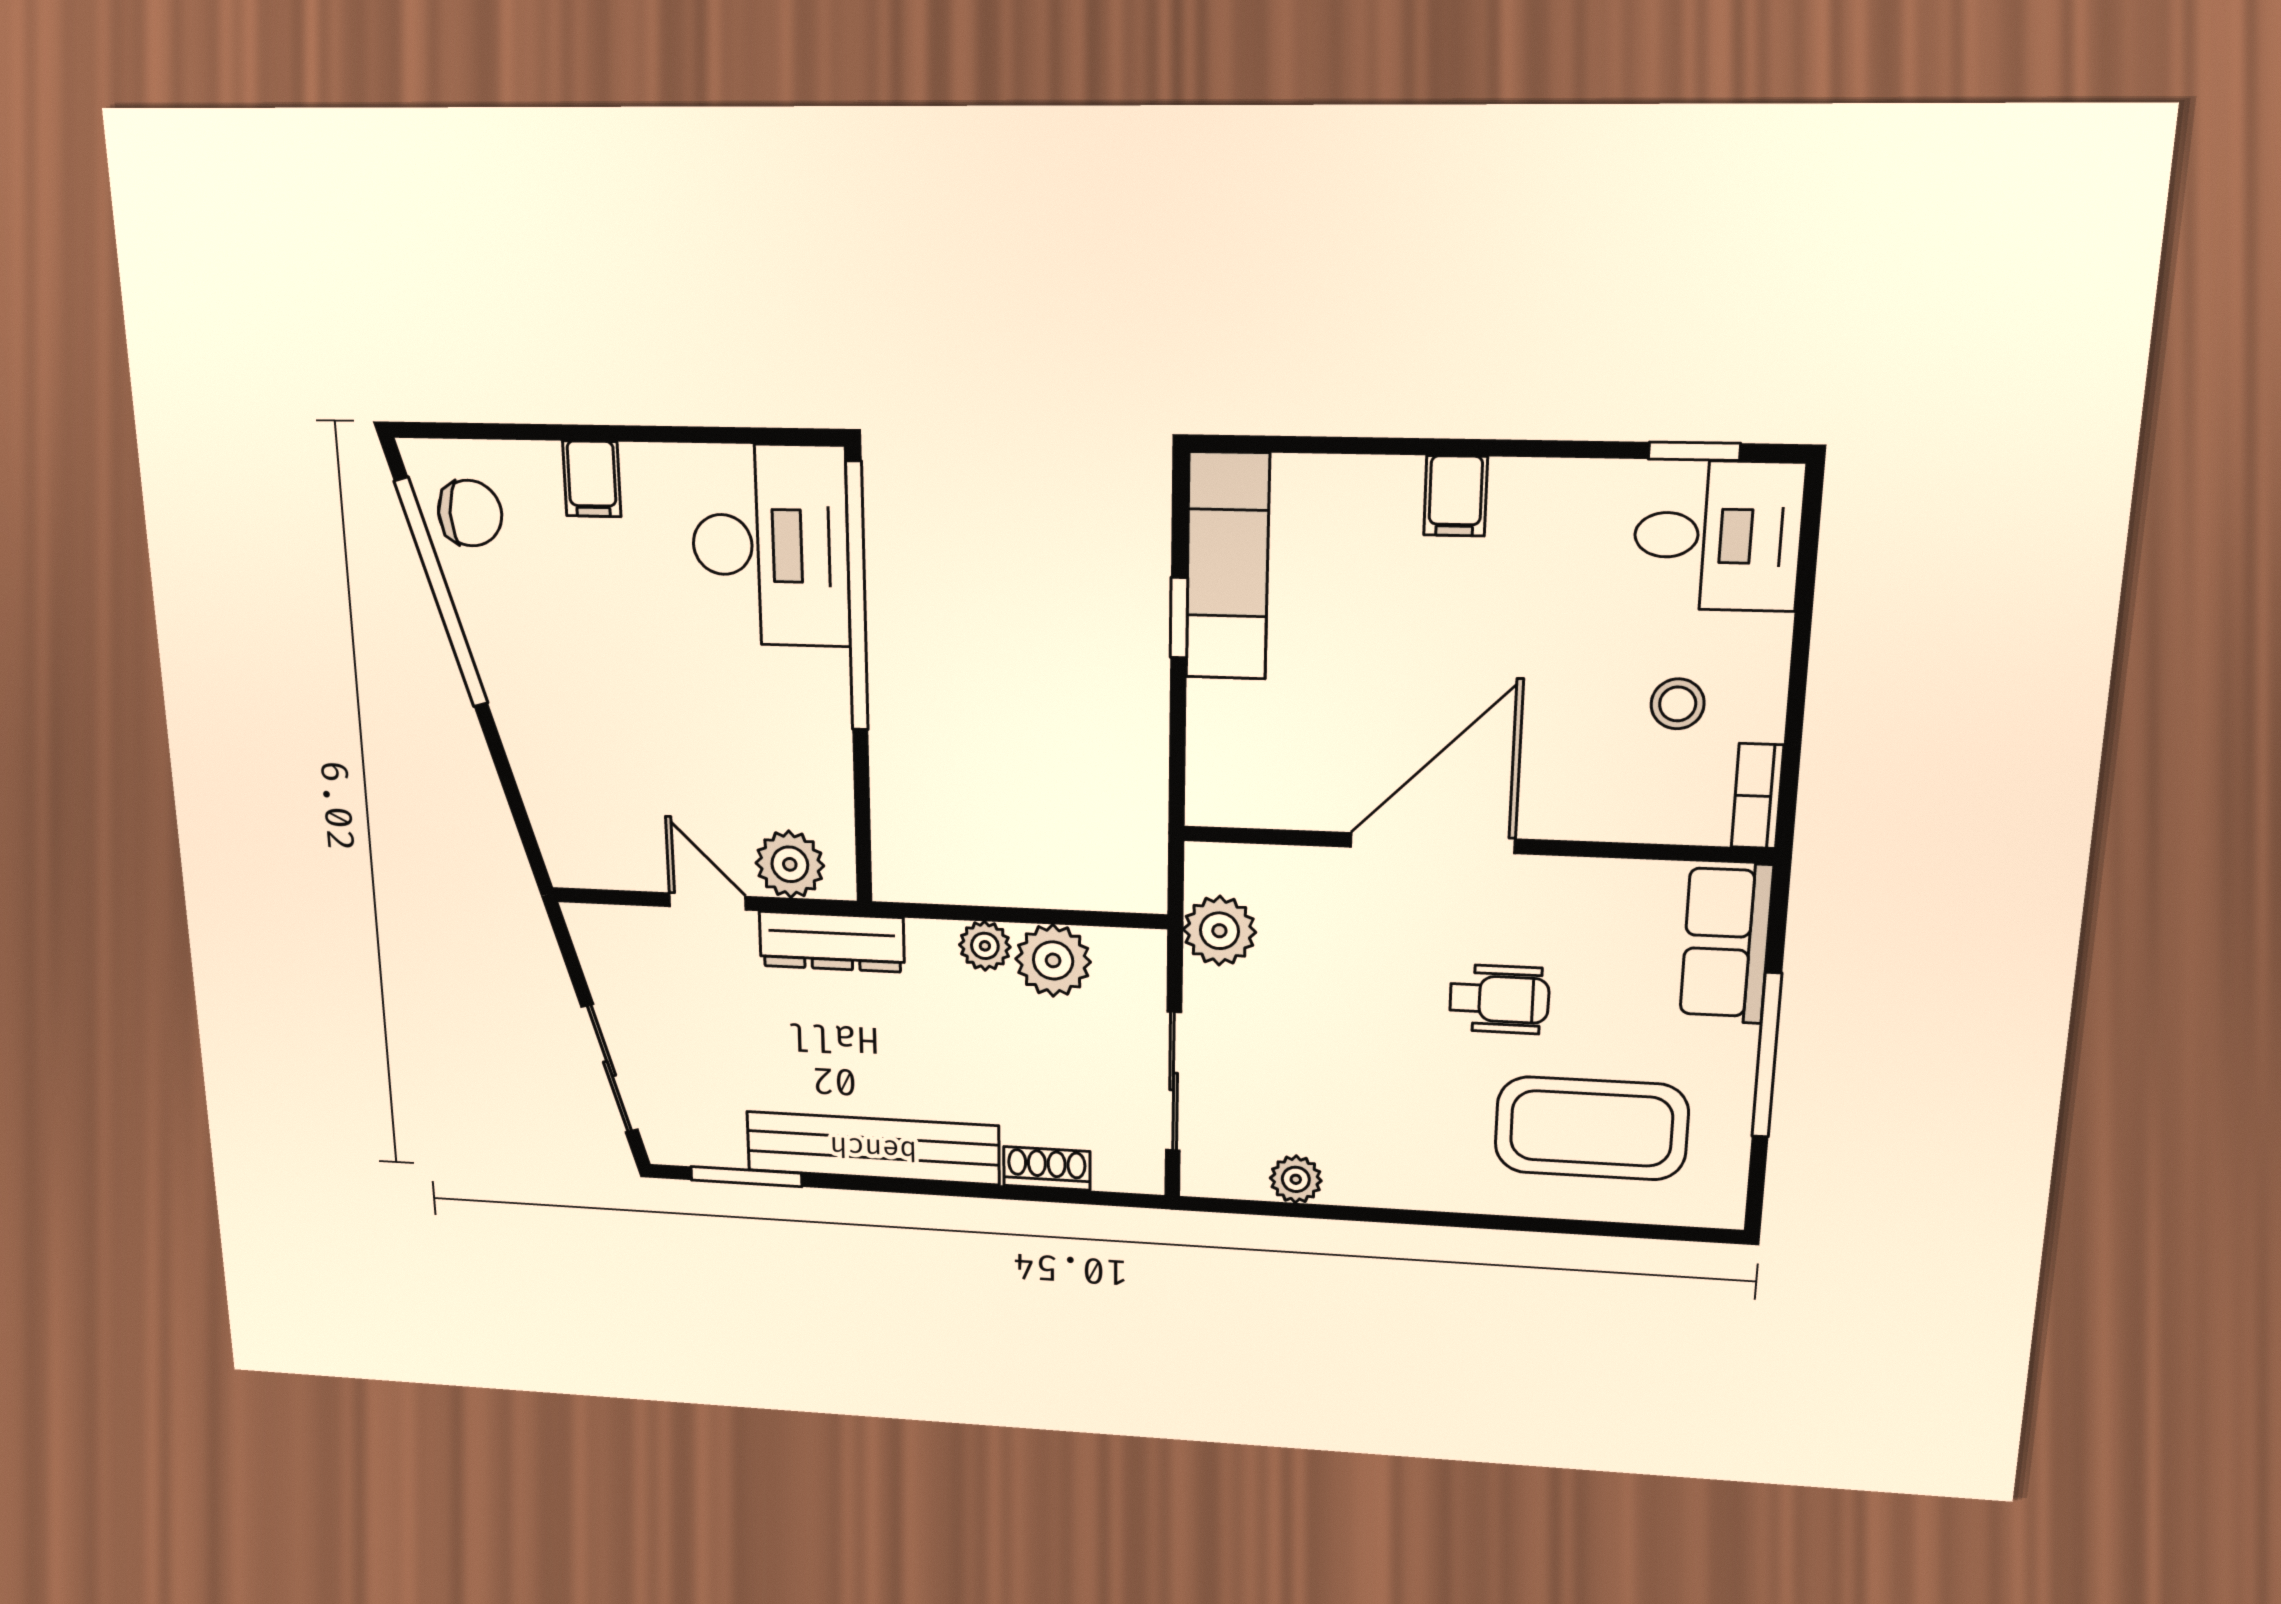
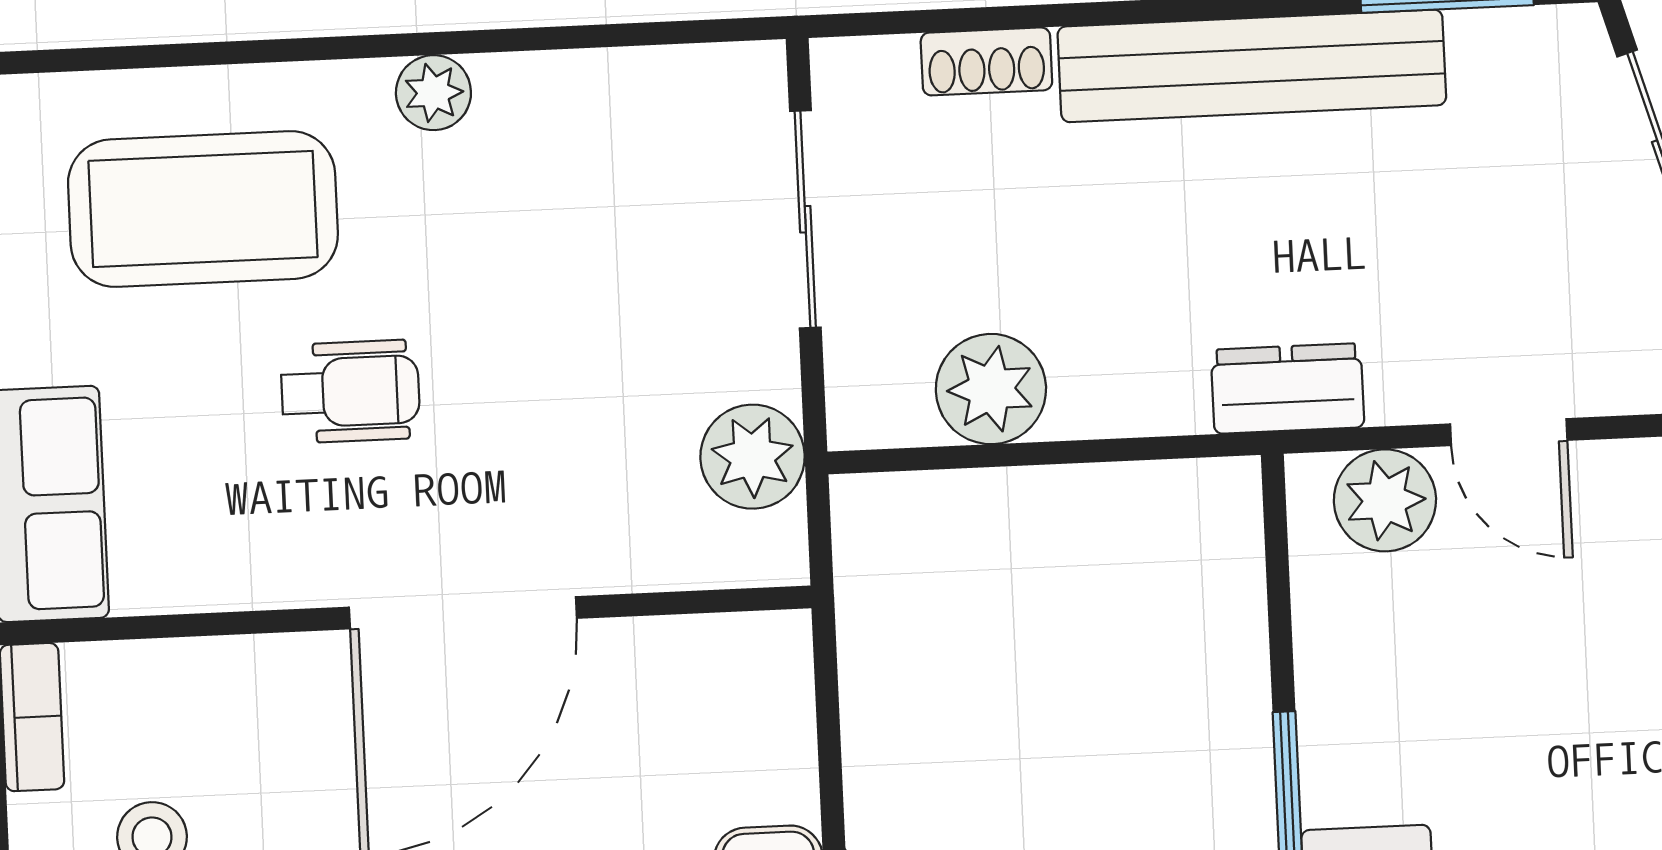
dresser: (832, 942) -> (1288, 389), width x0.70
plant: (985, 946) -> (1092, 402), removed
wheelchair: (1499, 999) -> (350, 392), turned 180
plant: (1296, 1179) -> (433, 93), moved

